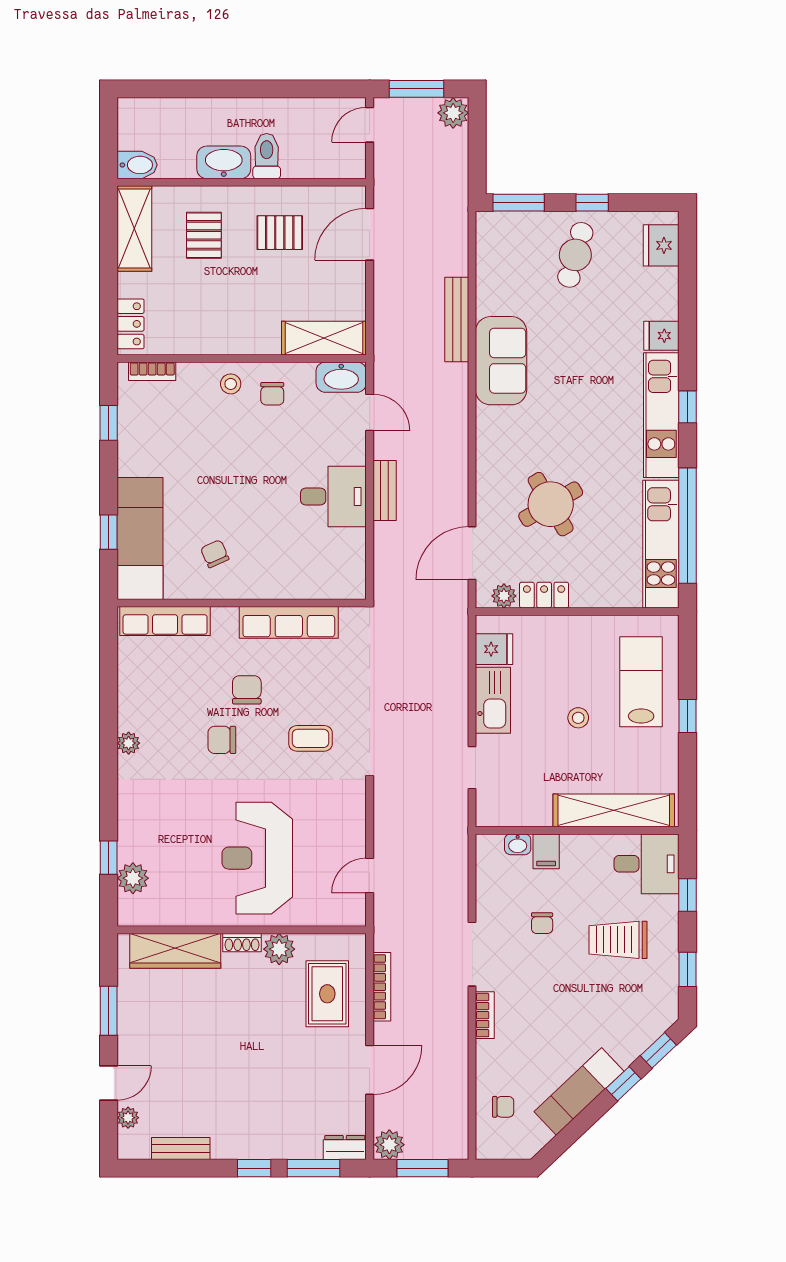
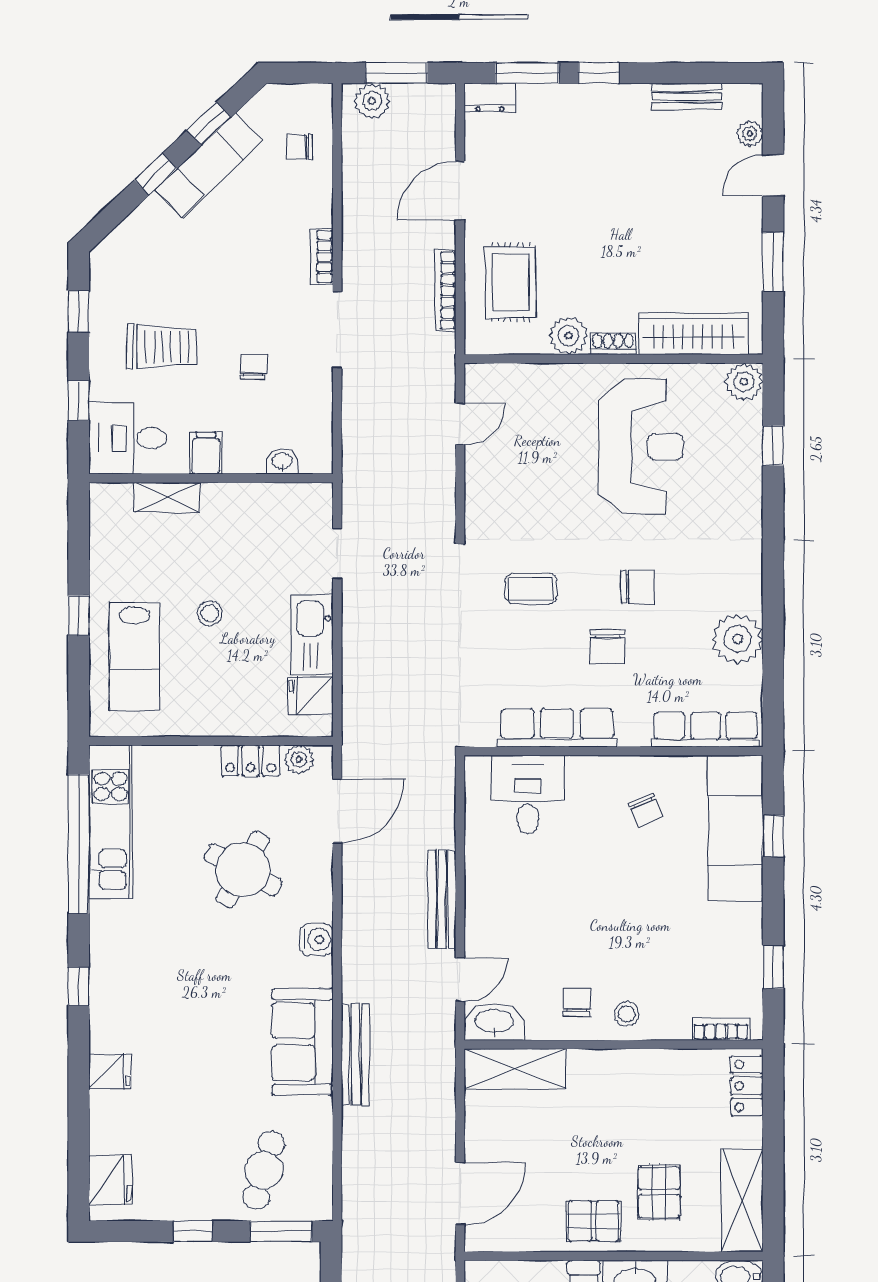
pallet: (280, 233) -> (594, 1221), moved
cafe table: (575, 255) -> (264, 1170), moved
bench: (457, 320) -> (355, 1055), moved
door: (370, 412) -> (460, 980), swing flipped
kitchen unit: (661, 415) -> (110, 976), removed
water cooler: (489, 446) -> (317, 940), added
bench: (385, 491) -> (442, 899), width x1.36
desk: (333, 497) -> (528, 795), moved, turned 90
round table: (551, 504) -> (243, 870), turned -31
plant: (129, 743) -> (737, 639), moved, width x1.88, depth x1.88
shelving: (614, 810) -> (167, 497), width x0.45, depth x0.75
filing cabinet: (546, 851) -> (206, 453), moved
reception desk: (257, 858) -> (641, 447), moved
plant: (133, 878) -> (744, 382), moved
window: (658, 1050) -> (209, 124), moved
plant: (389, 1145) -> (372, 101), moved

